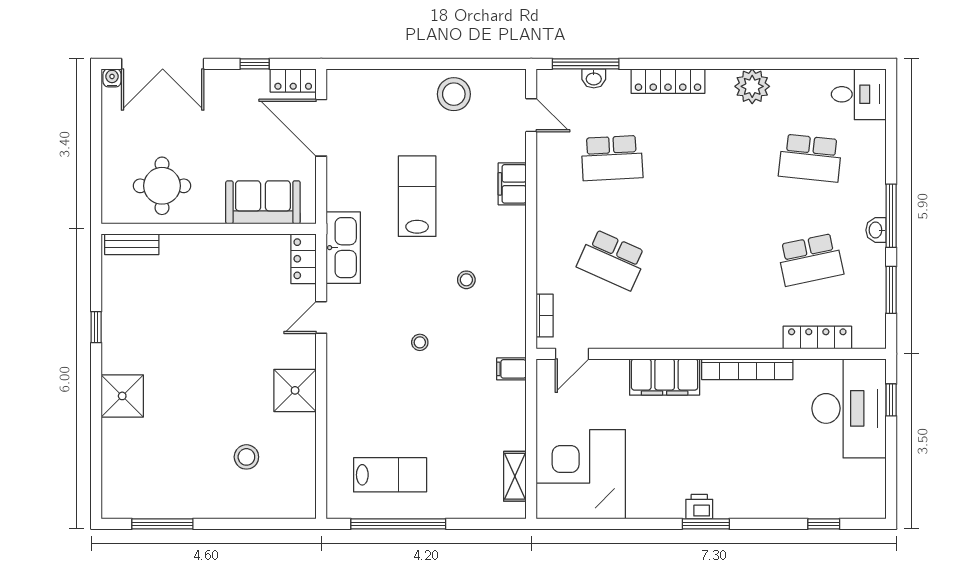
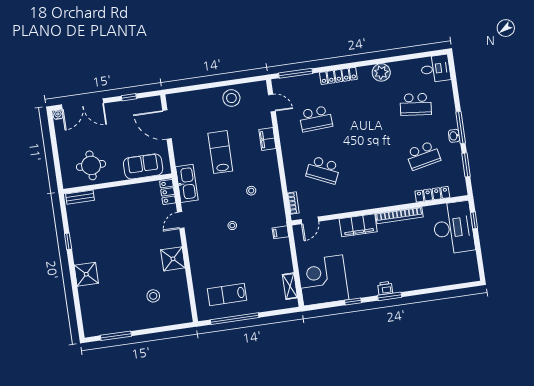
washbasin: (594, 78) -> (301, 80), removed
locker: (293, 80) -> (149, 103), removed
lab bench: (390, 475) -> (227, 294), turned 180
window: (824, 524) -> (353, 302), moved

